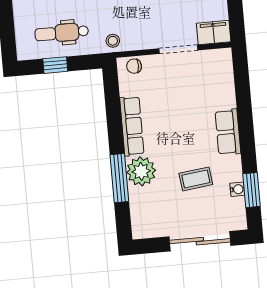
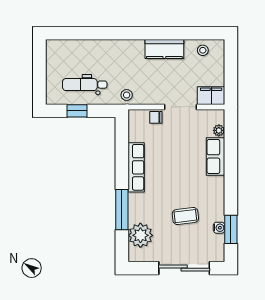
chair: (134, 66) -> (156, 117), moved
plant: (227, 73) -> (219, 130), added
row of seats: (228, 132) -> (216, 156), moved
plant: (141, 171) -> (140, 235), moved

